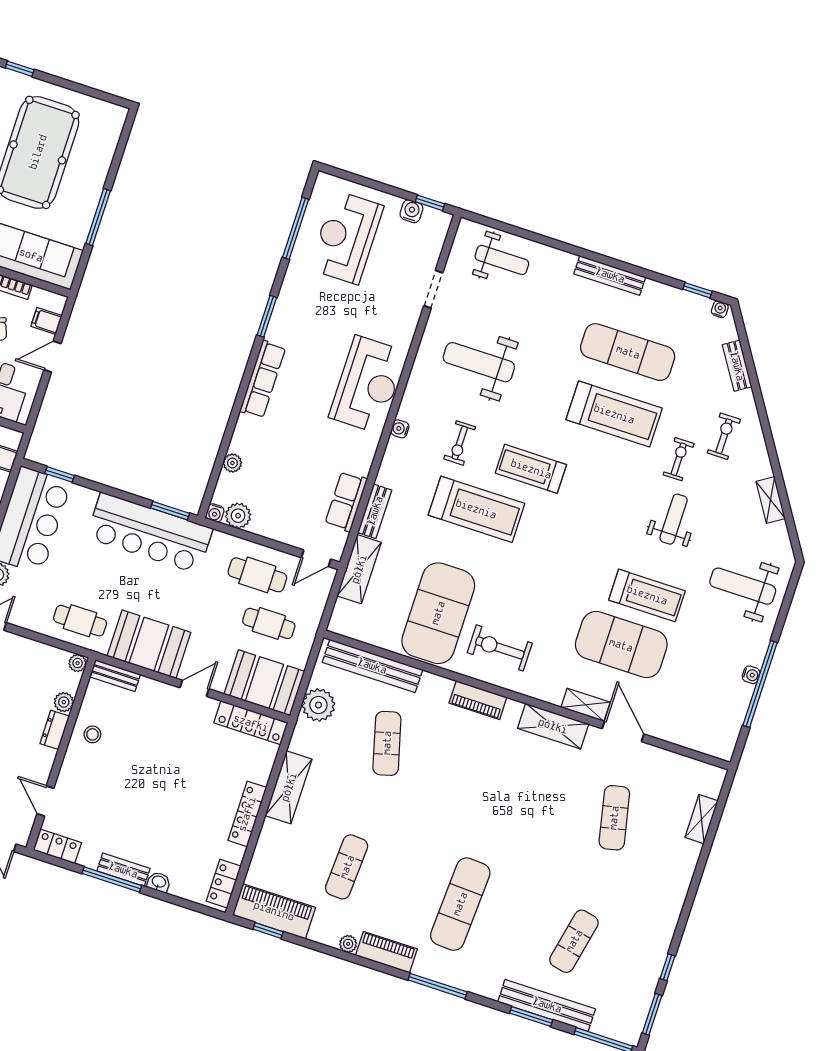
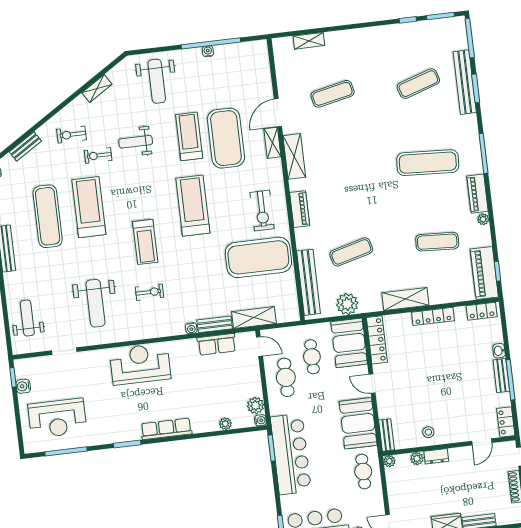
water cooler: (400, 429) -> (191, 328), moved
treadmill: (476, 509) -> (193, 206), moved
exercise mat: (574, 941) -> (418, 84), turned -30

